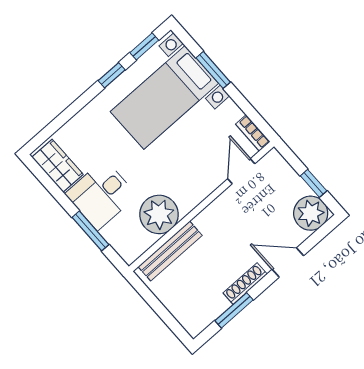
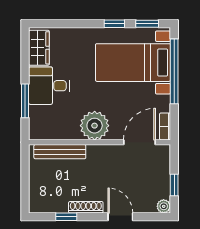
window: (213, 70) -> (174, 71), width x2.11
door: (241, 171) -> (139, 142), width x1.38
plant: (311, 213) -> (164, 206), width x0.53, depth x0.53
plant: (159, 214) -> (95, 126), moved
window: (234, 310) -> (66, 217), width x0.67

